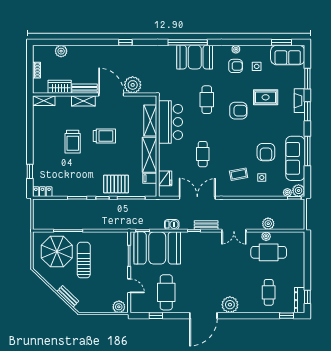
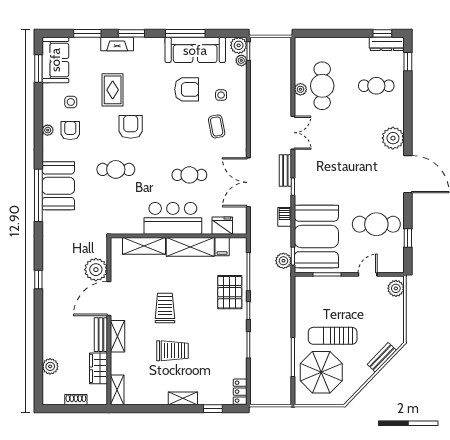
bar counter: (171, 122) -> (173, 218), moved
shelving: (37, 149) -> (183, 398), added
plant: (268, 224) -> (283, 261), moved

